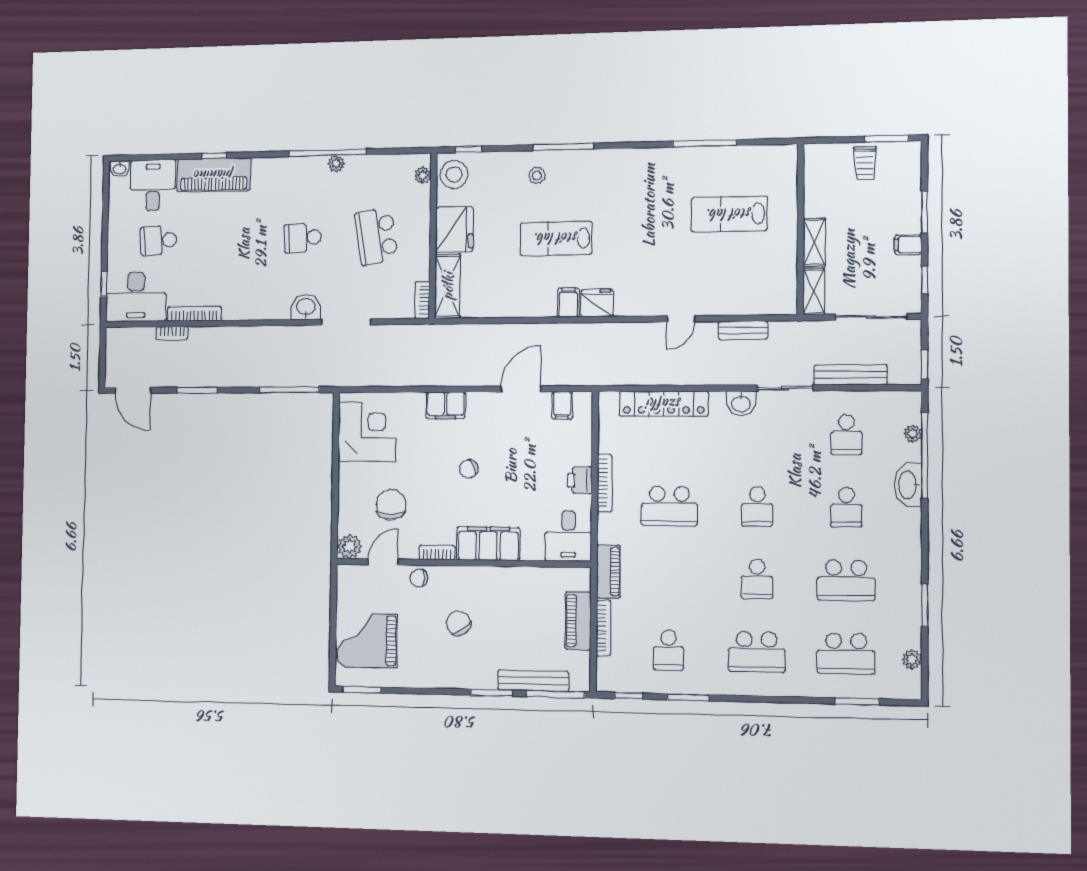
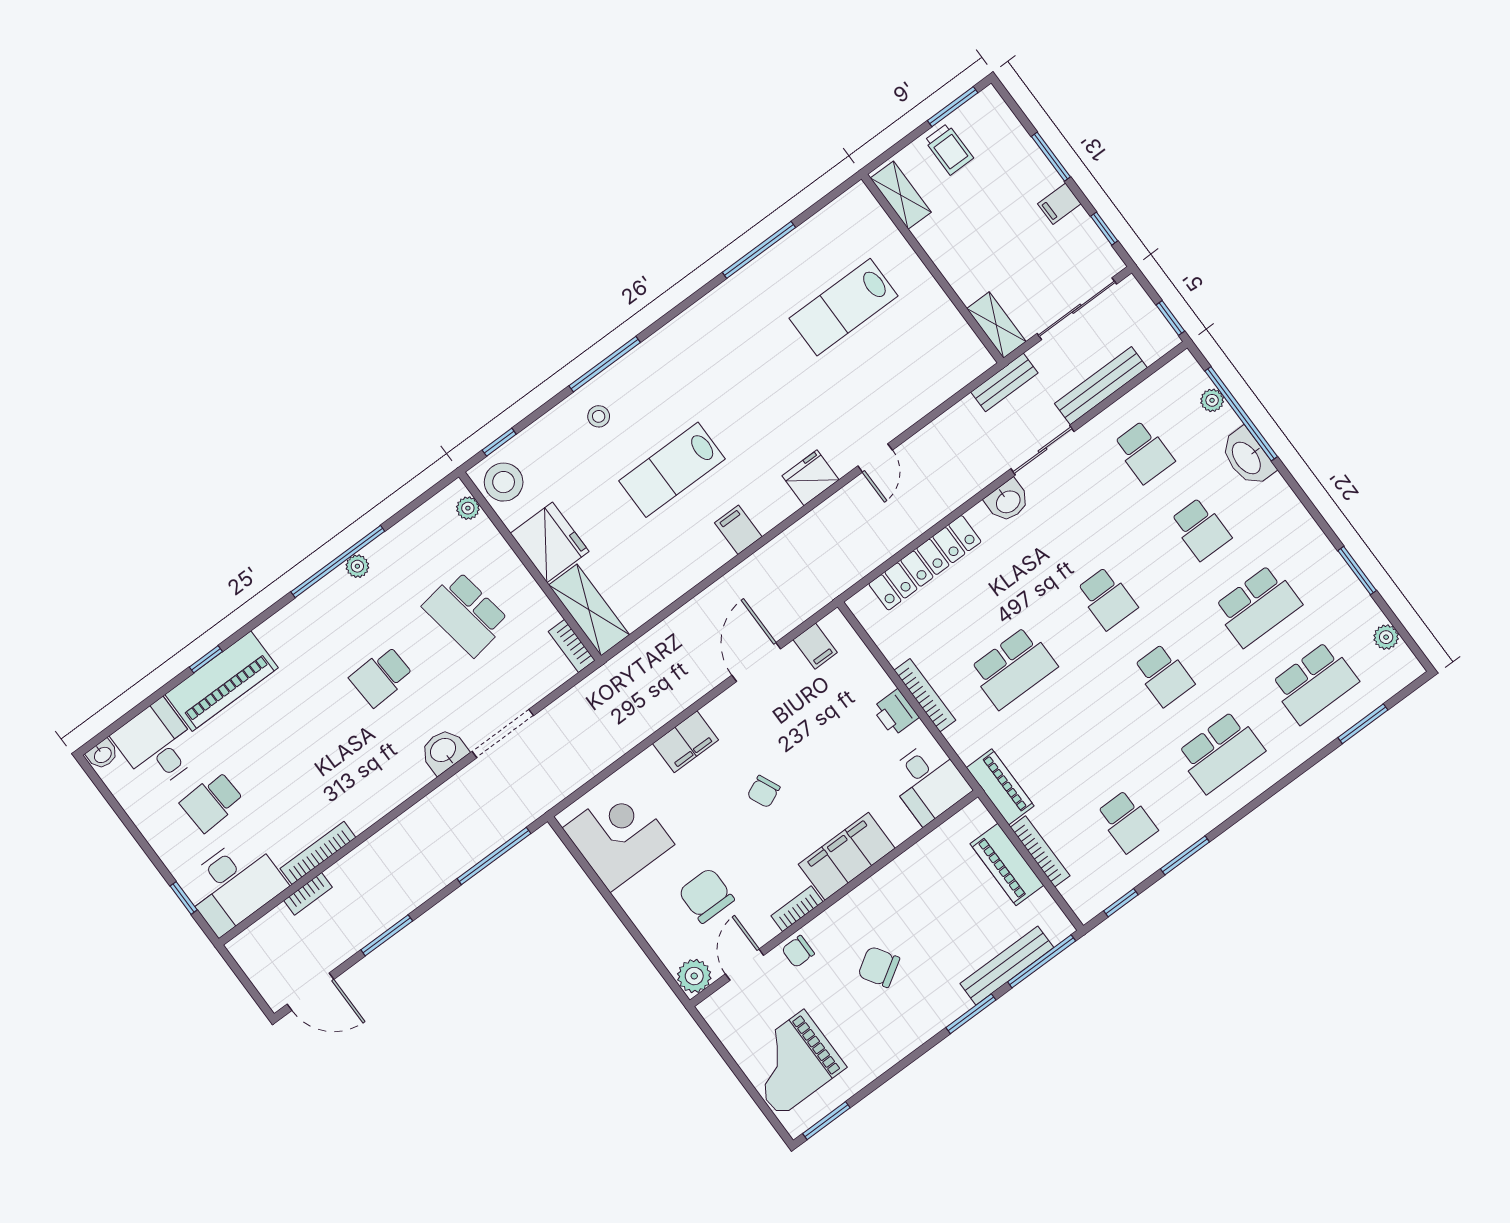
shelving: (814, 242) -> (901, 195), moved
fridge: (597, 303) -> (810, 478), moved
bench: (743, 330) -> (1004, 382), moved

